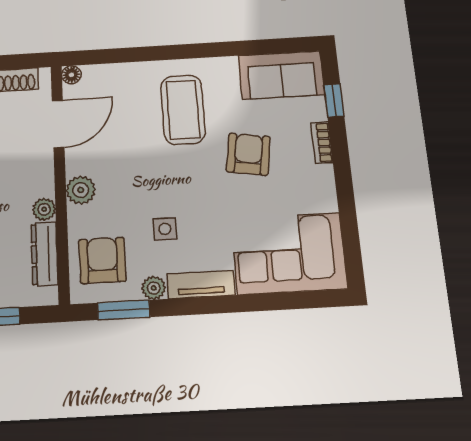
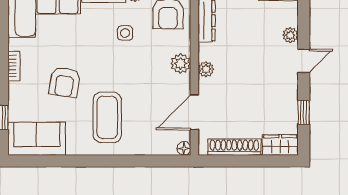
bookcase: (322, 143) -> (14, 66), moved
plant: (44, 209) -> (206, 69), moved

